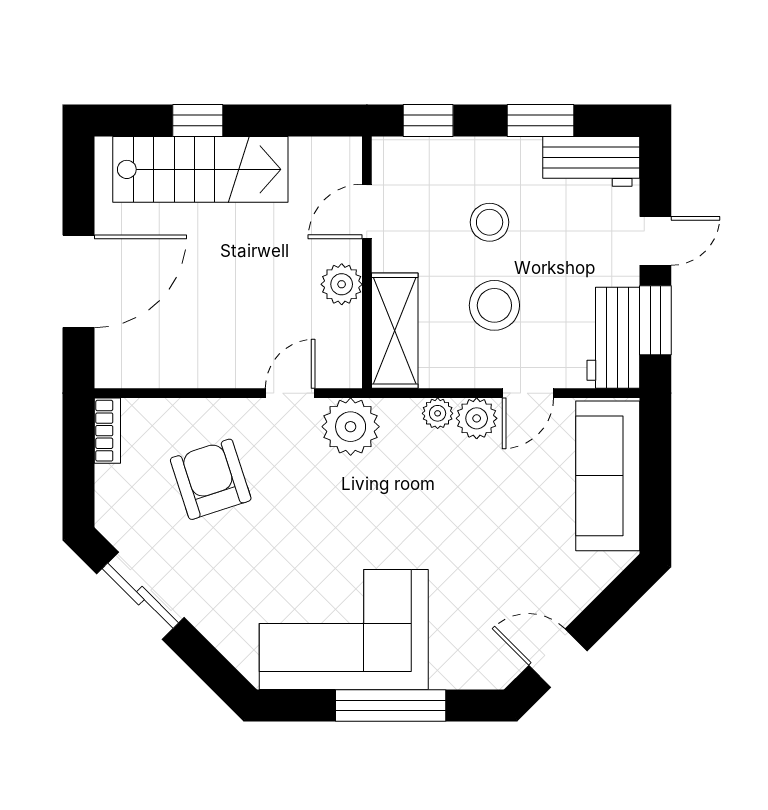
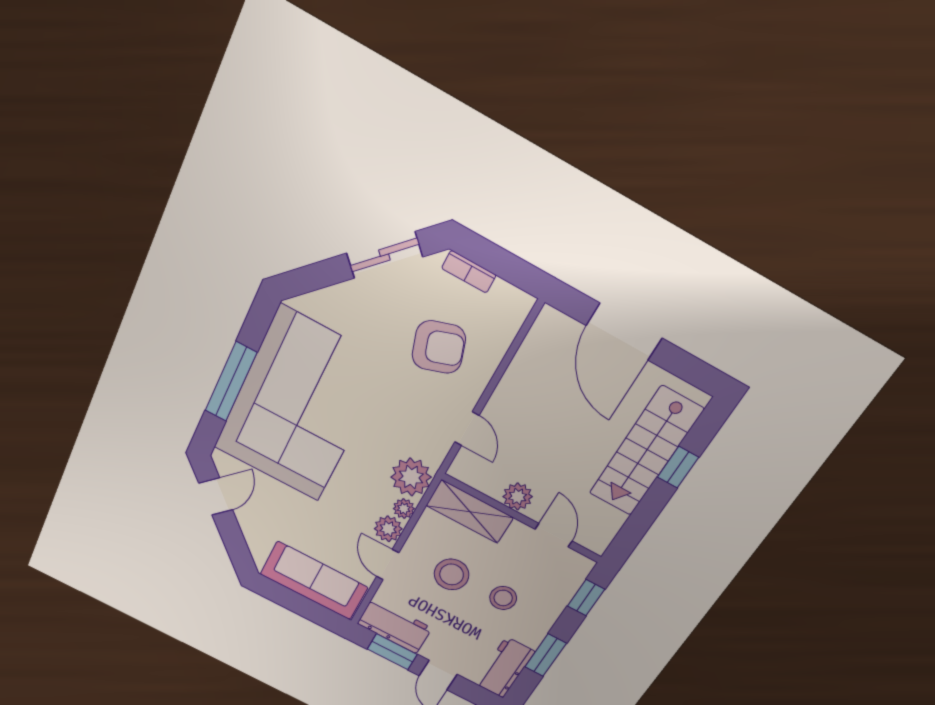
plant: (351, 427) -> (411, 477), moved
bookcase: (107, 431) -> (469, 272), moved
corner sofa: (344, 629) -> (300, 406), width x1.36, depth x1.36

